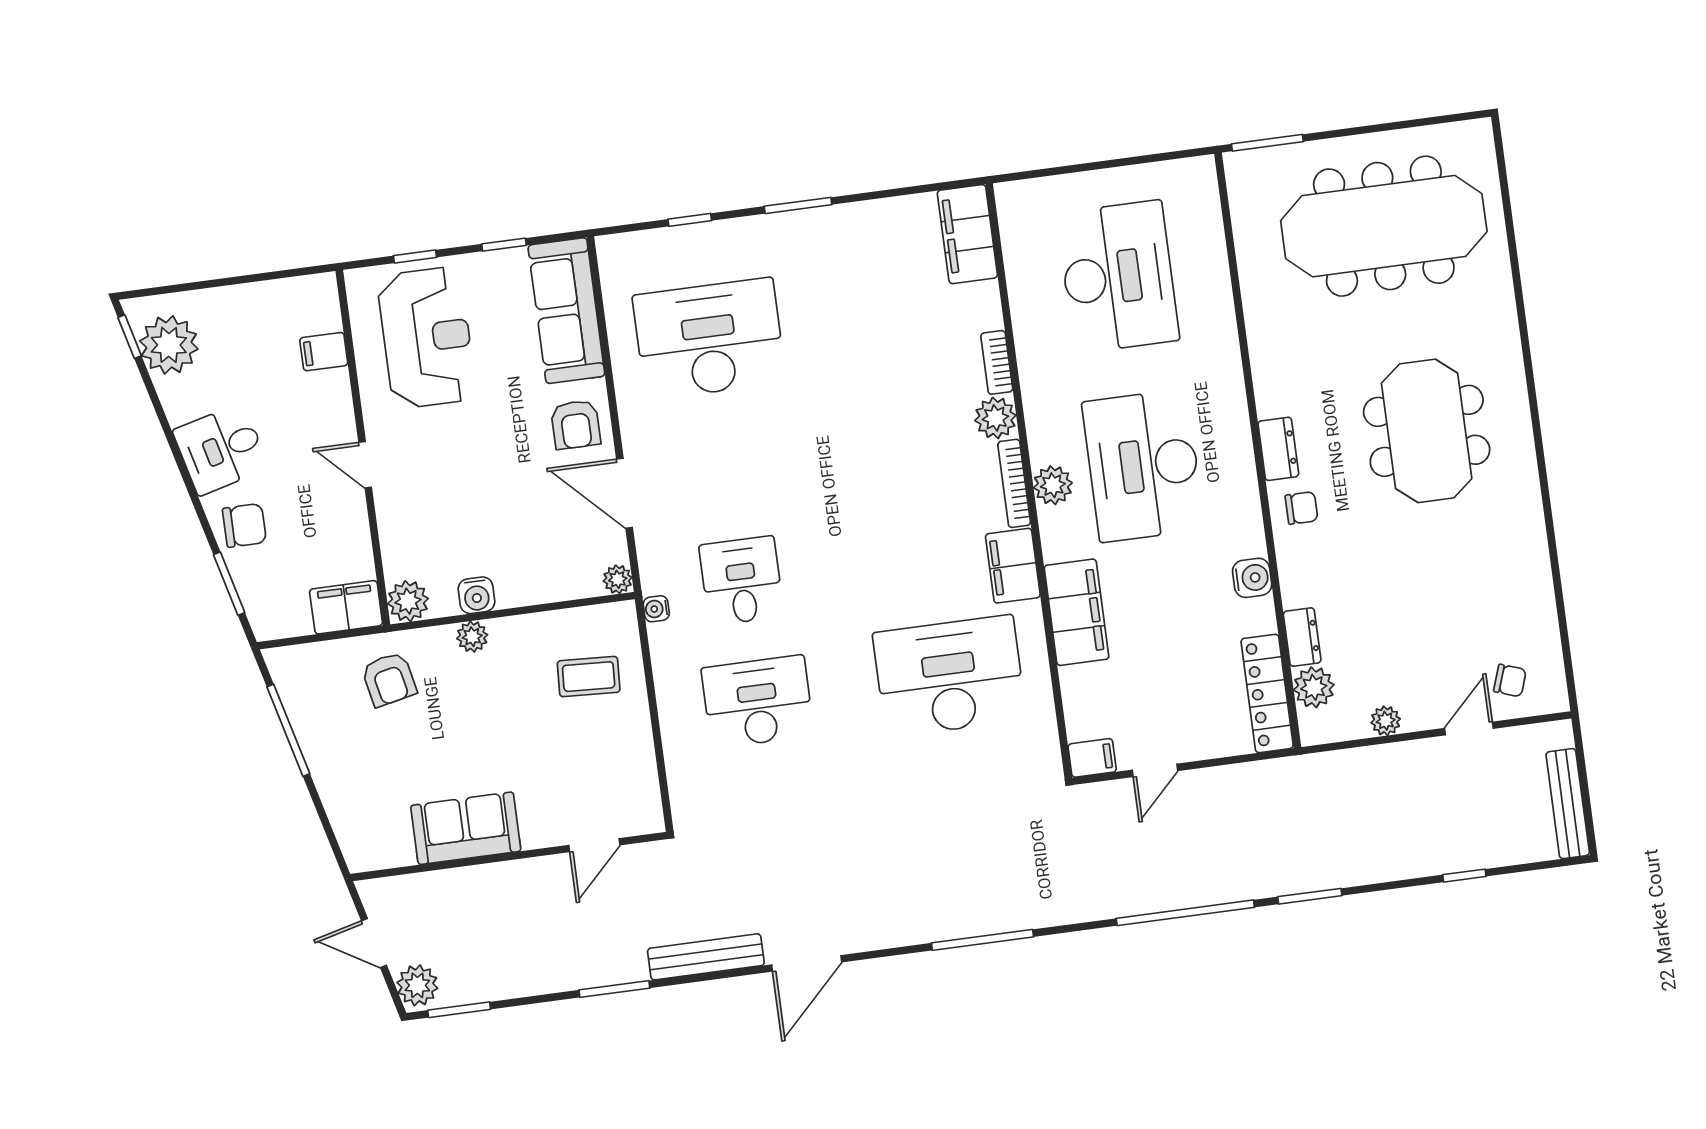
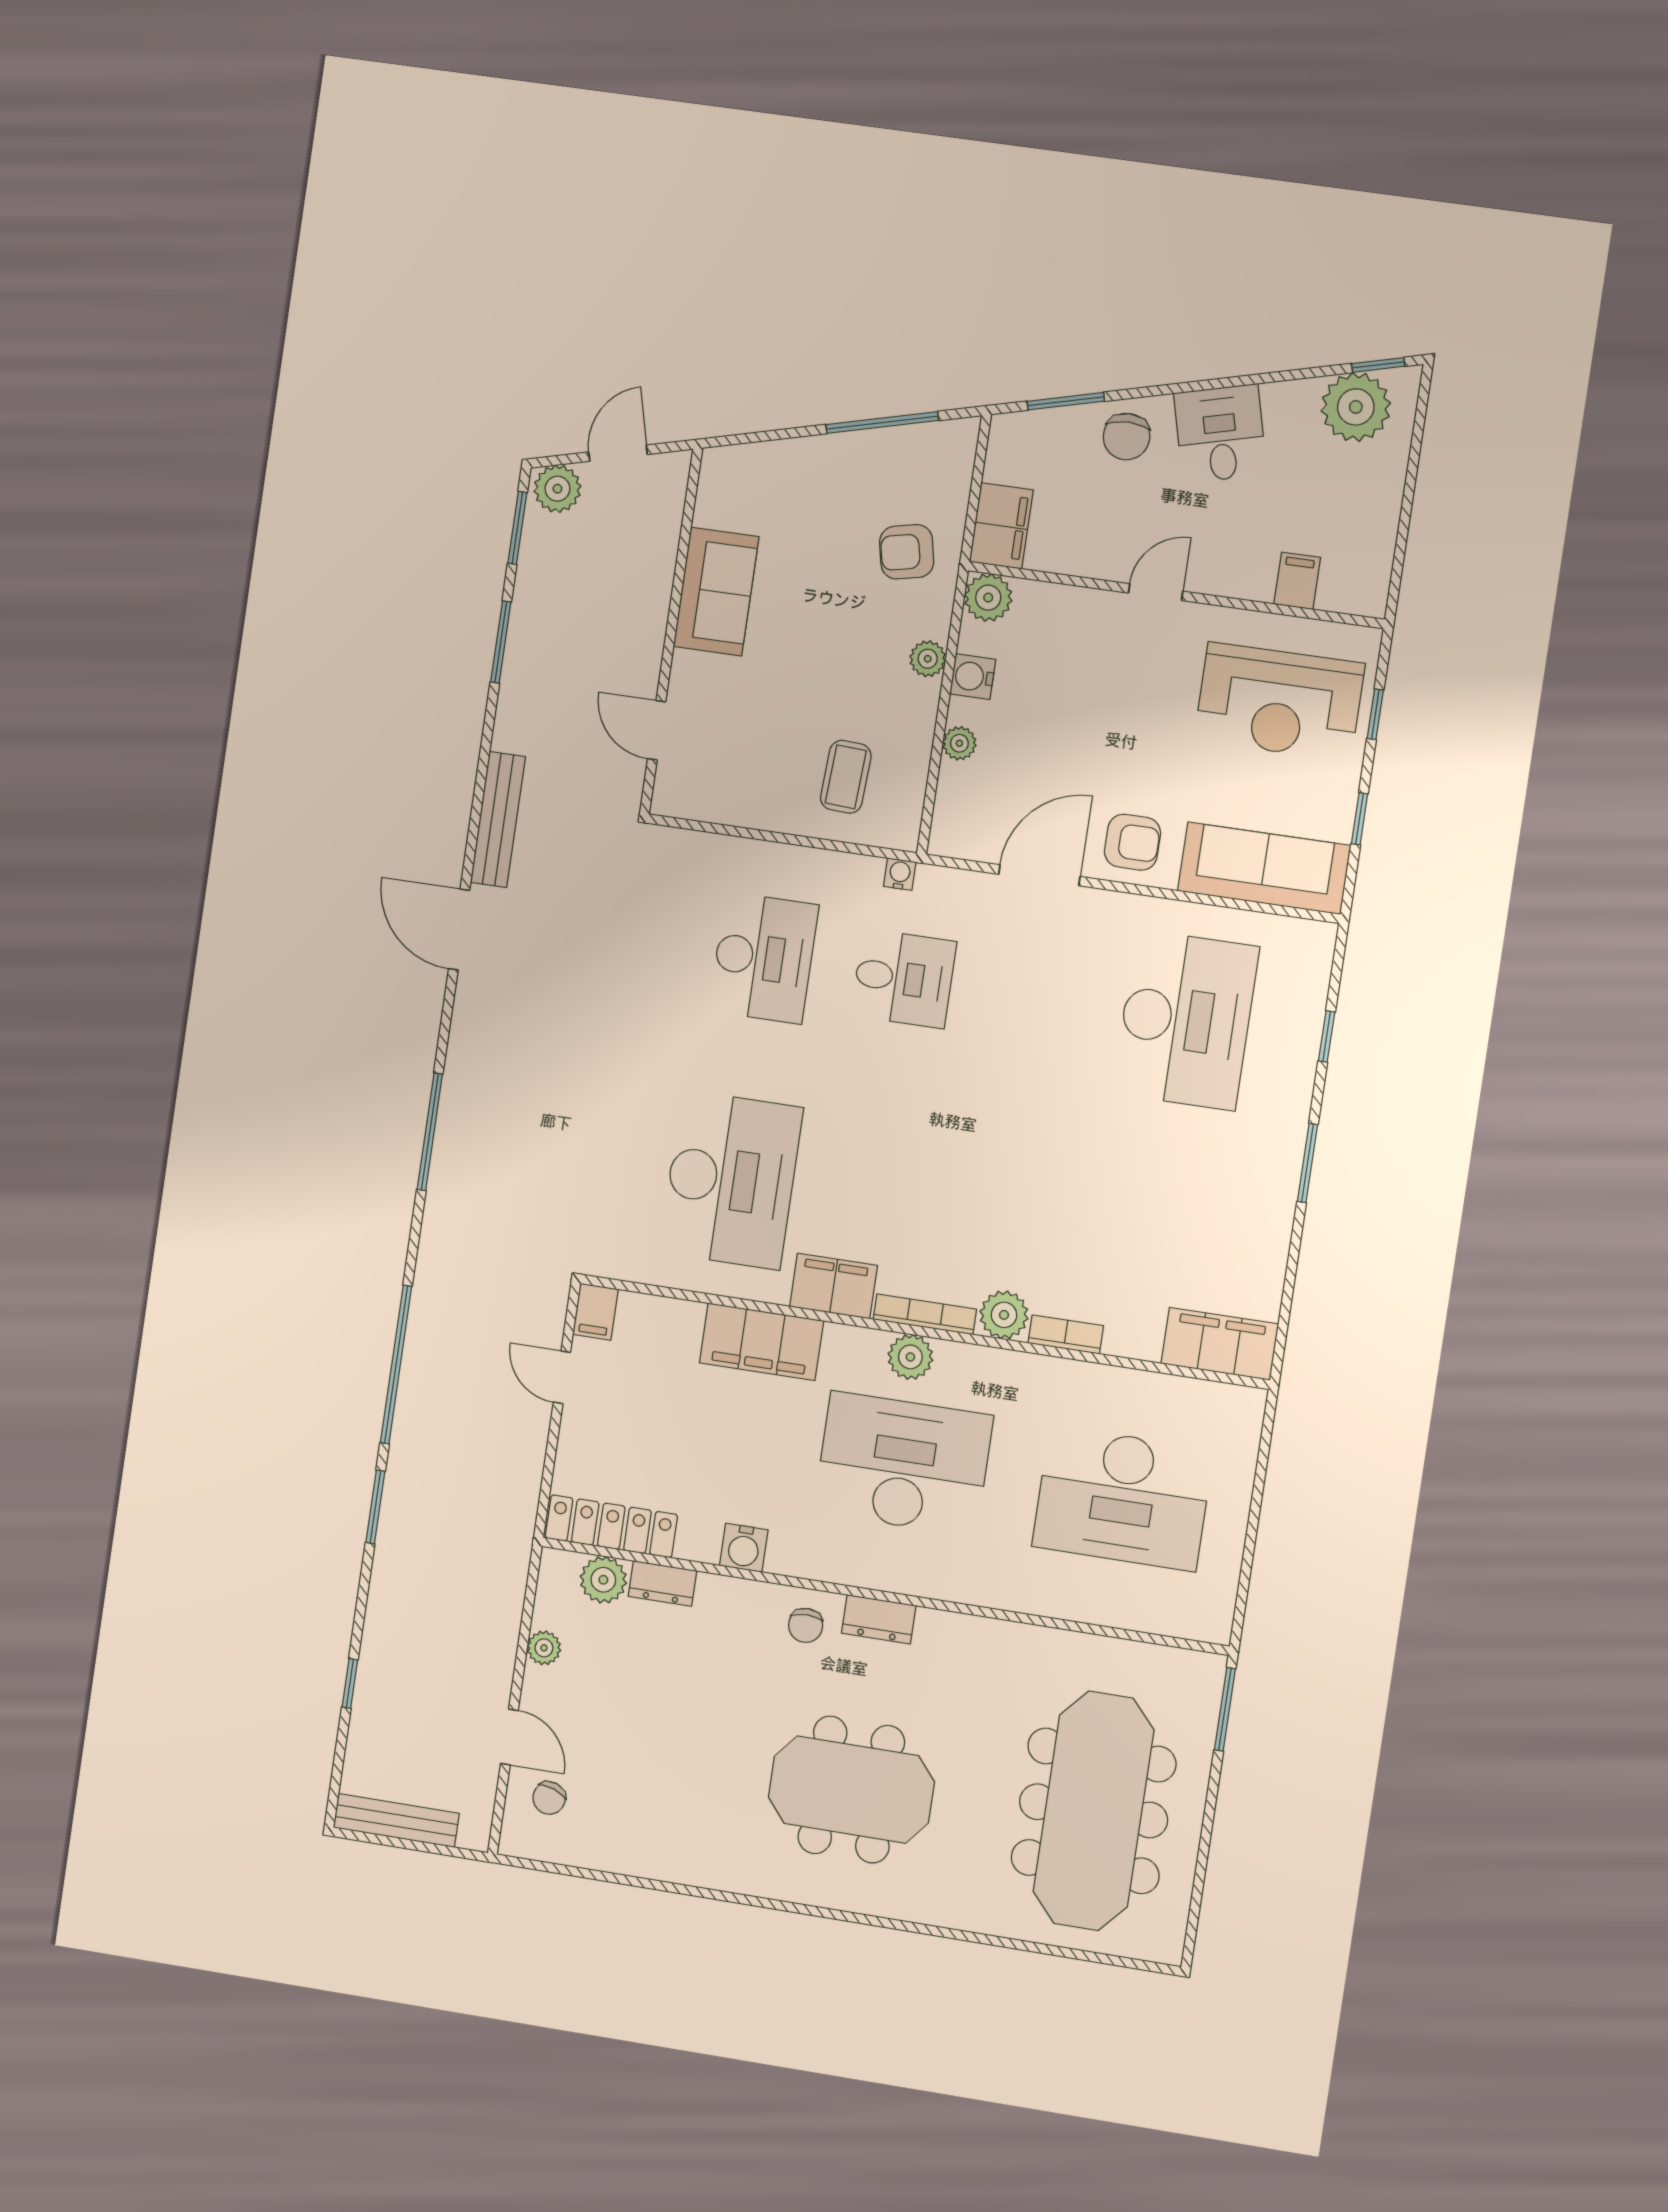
armchair: (576, 425) -> (1132, 842), turned 180
plant: (618, 579) -> (959, 743), moved
window: (614, 989) -> (501, 642), moved

